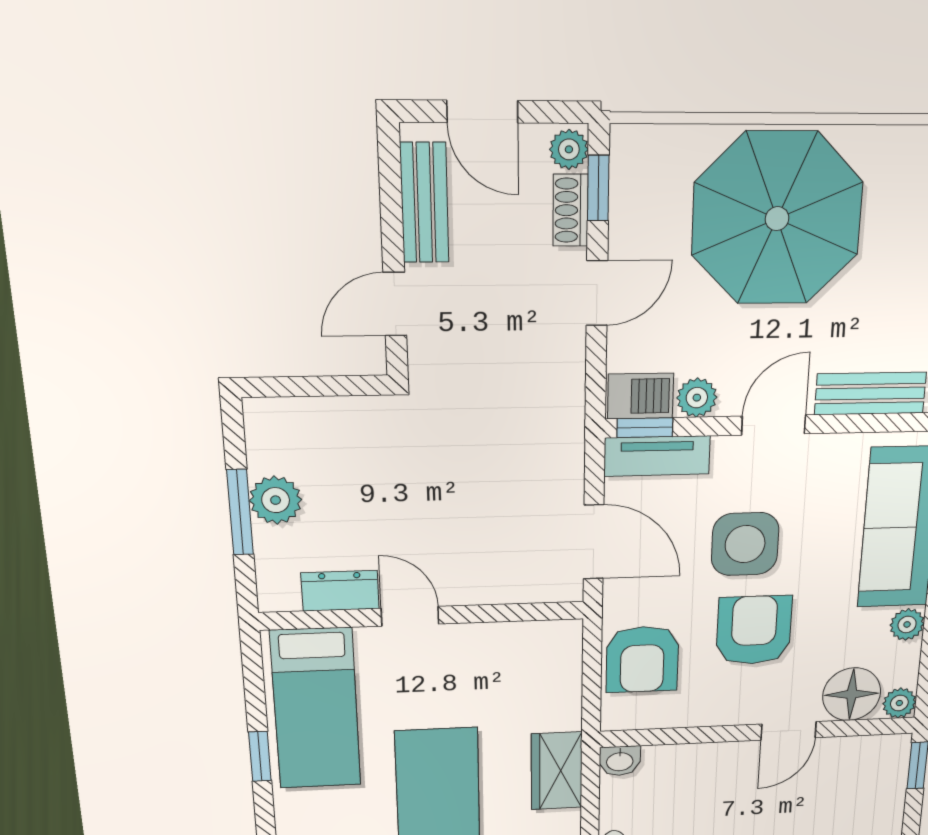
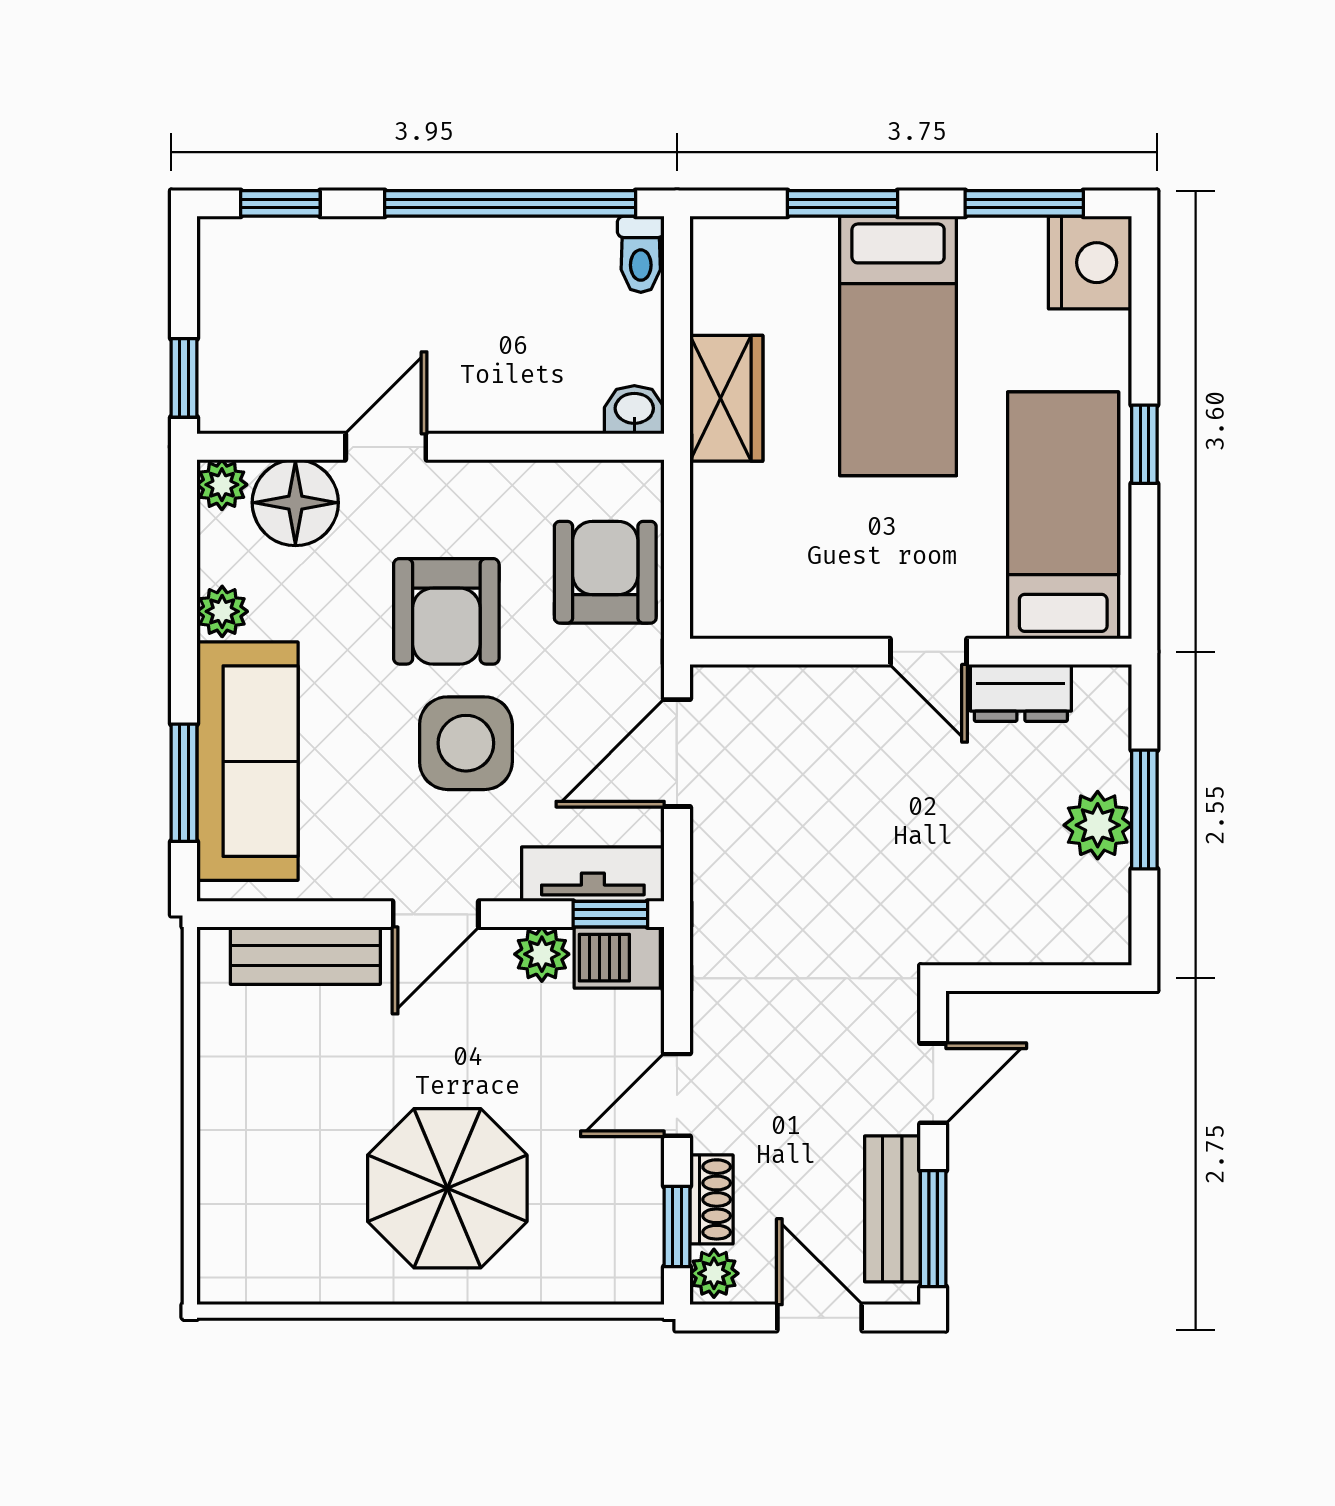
window: (390, 187) -> (933, 1229), added
parasol: (777, 219) -> (447, 1188), width x0.73, depth x0.73
door: (594, 542) -> (677, 753), hinge flipped

